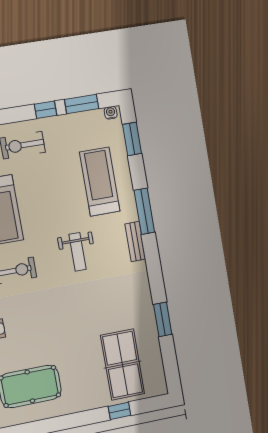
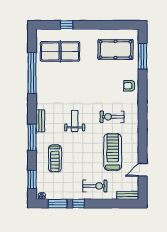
treadmill: (100, 182) -> (55, 158), width x0.73, depth x0.73
window: (163, 319) -> (32, 73), width x2.11
table tennis table: (123, 365) -> (60, 51), turned 90

